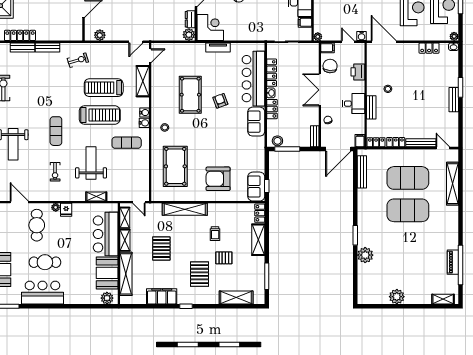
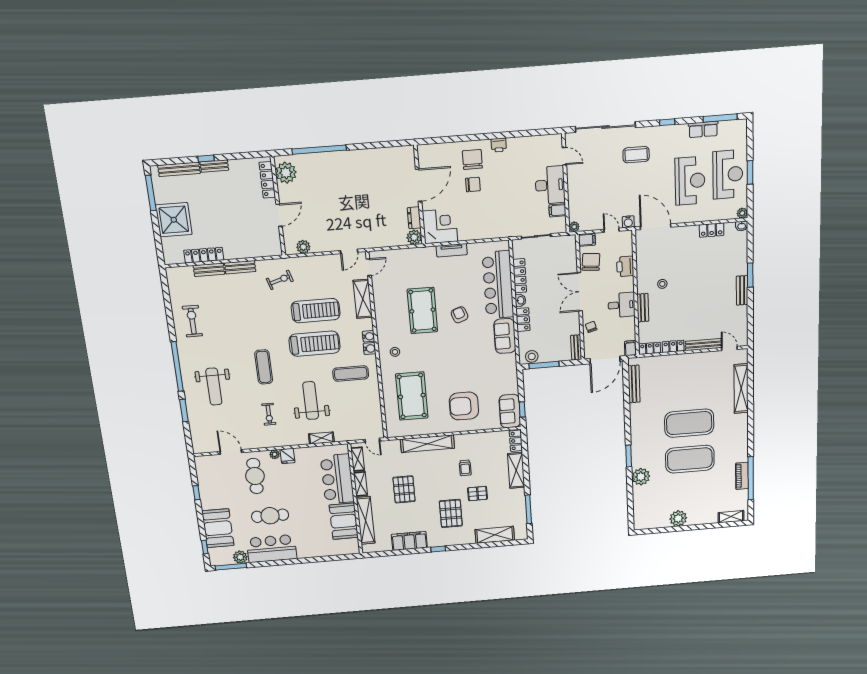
treadmill: (104, 88) -> (316, 311), turned 180
exercise mat: (408, 178) -> (690, 459), moved
plant: (107, 298) -> (240, 557), moved

